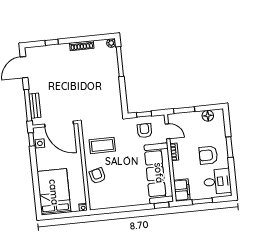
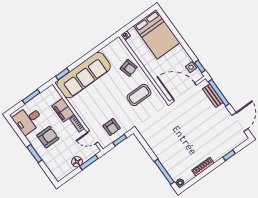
floor lamp: (208, 116) -> (77, 162), moved
sofa: (159, 173) -> (84, 75), moved, turned 90
filing cabinet: (182, 190) -> (63, 110), moved

